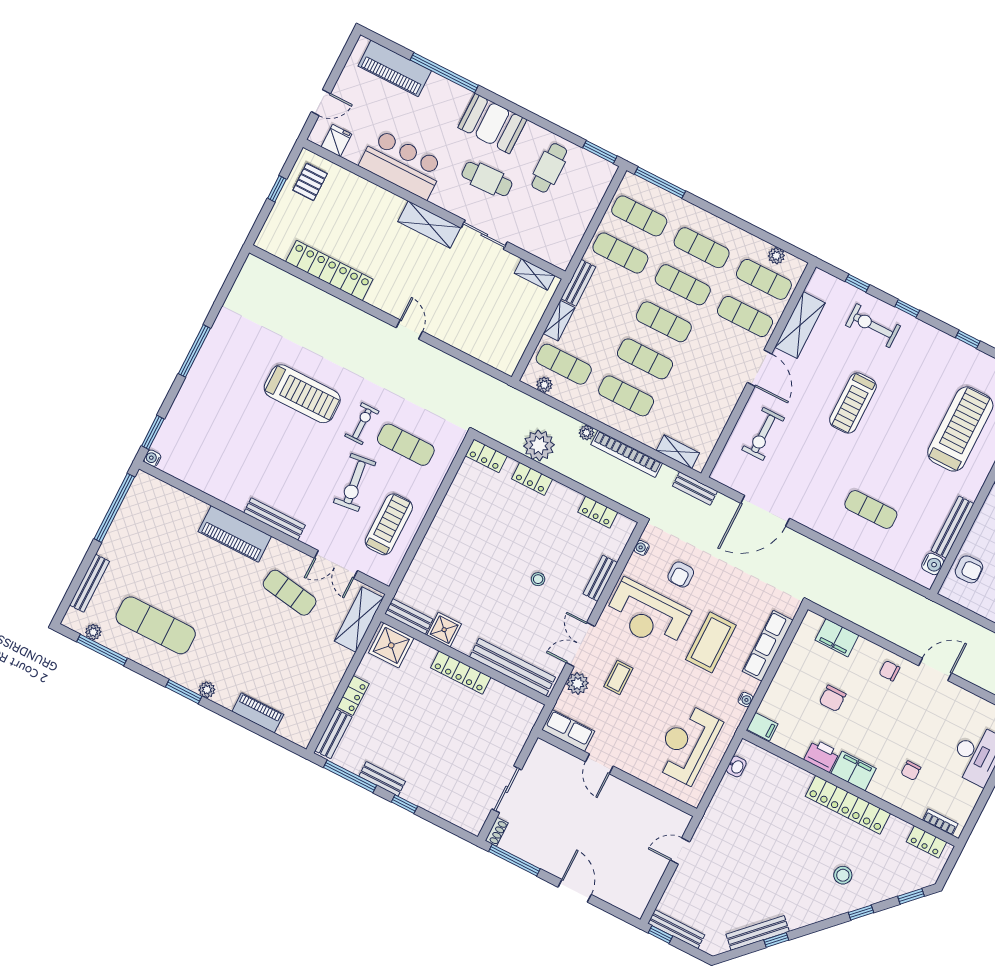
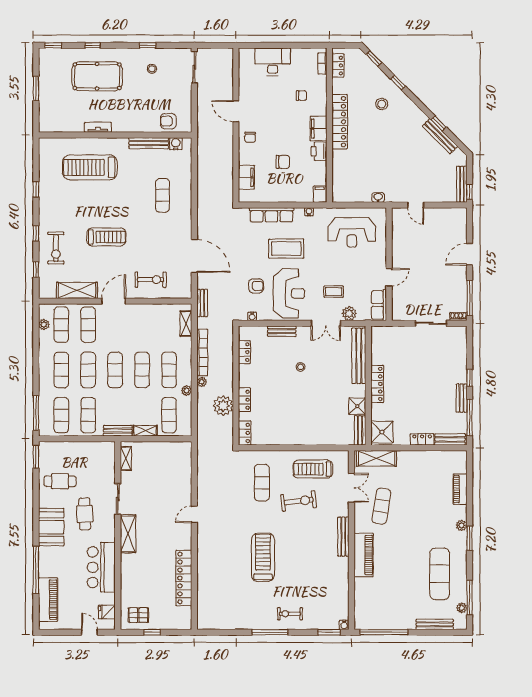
plant: (544, 385) -> (187, 391), moved
exercise bike: (362, 424) -> (290, 614), moved
armchair: (969, 569) -> (168, 121), turned -88
washbasin: (736, 766) -> (378, 197), moved

